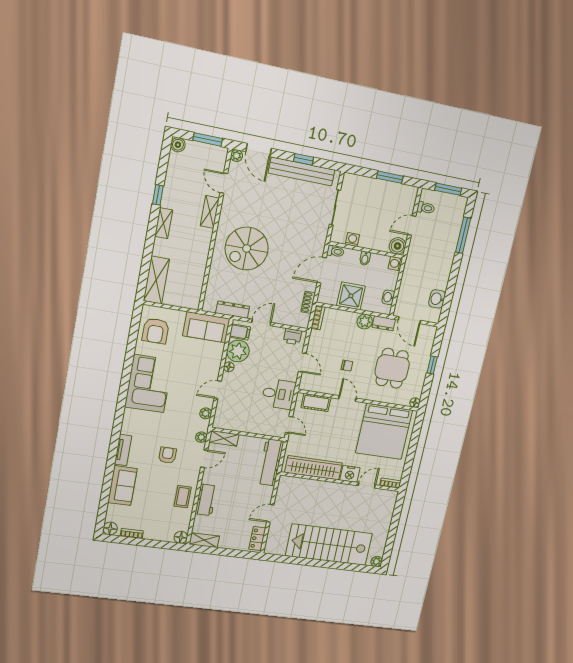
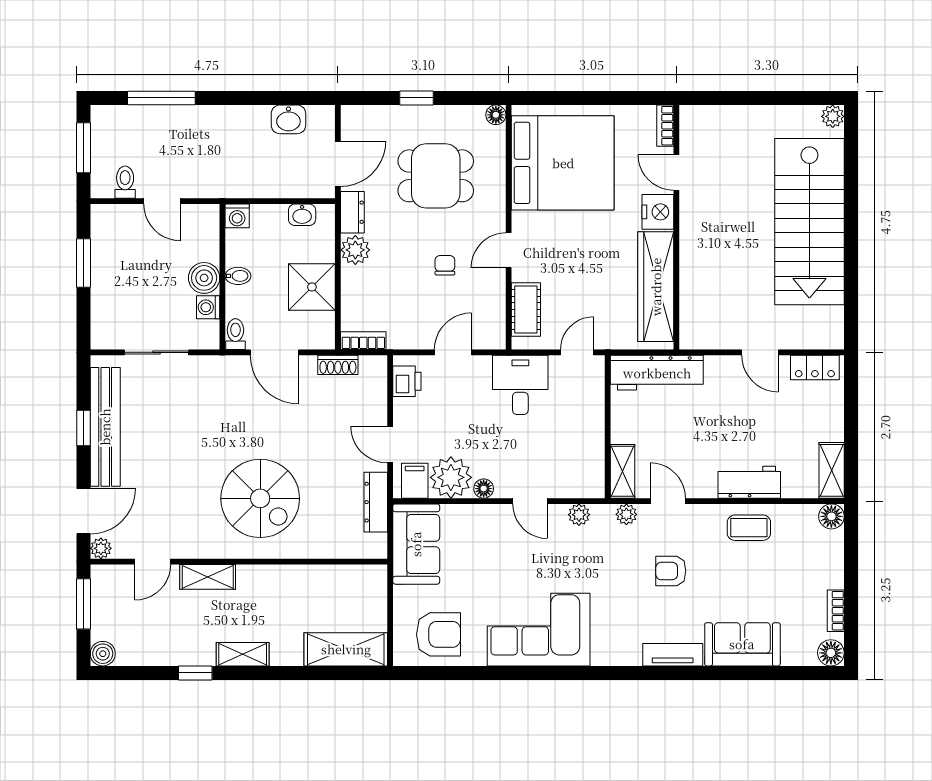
boiler: (397, 246) -> (204, 278), moved

